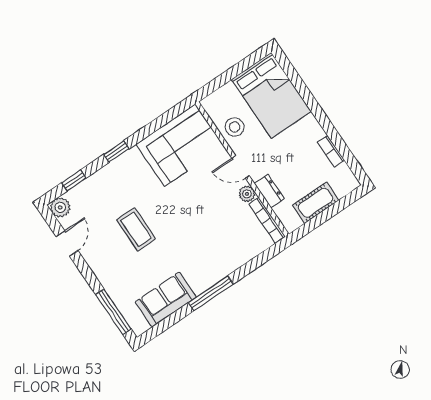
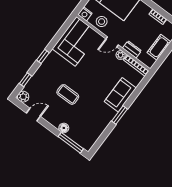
nightstand: (211, 105) -> (85, 14), added
door: (67, 243) -> (33, 115), hinge flipped
floor lamp: (110, 283) -> (64, 128), added
window: (211, 293) -> (119, 115), width x0.69
sofa: (166, 299) -> (120, 95), moved

